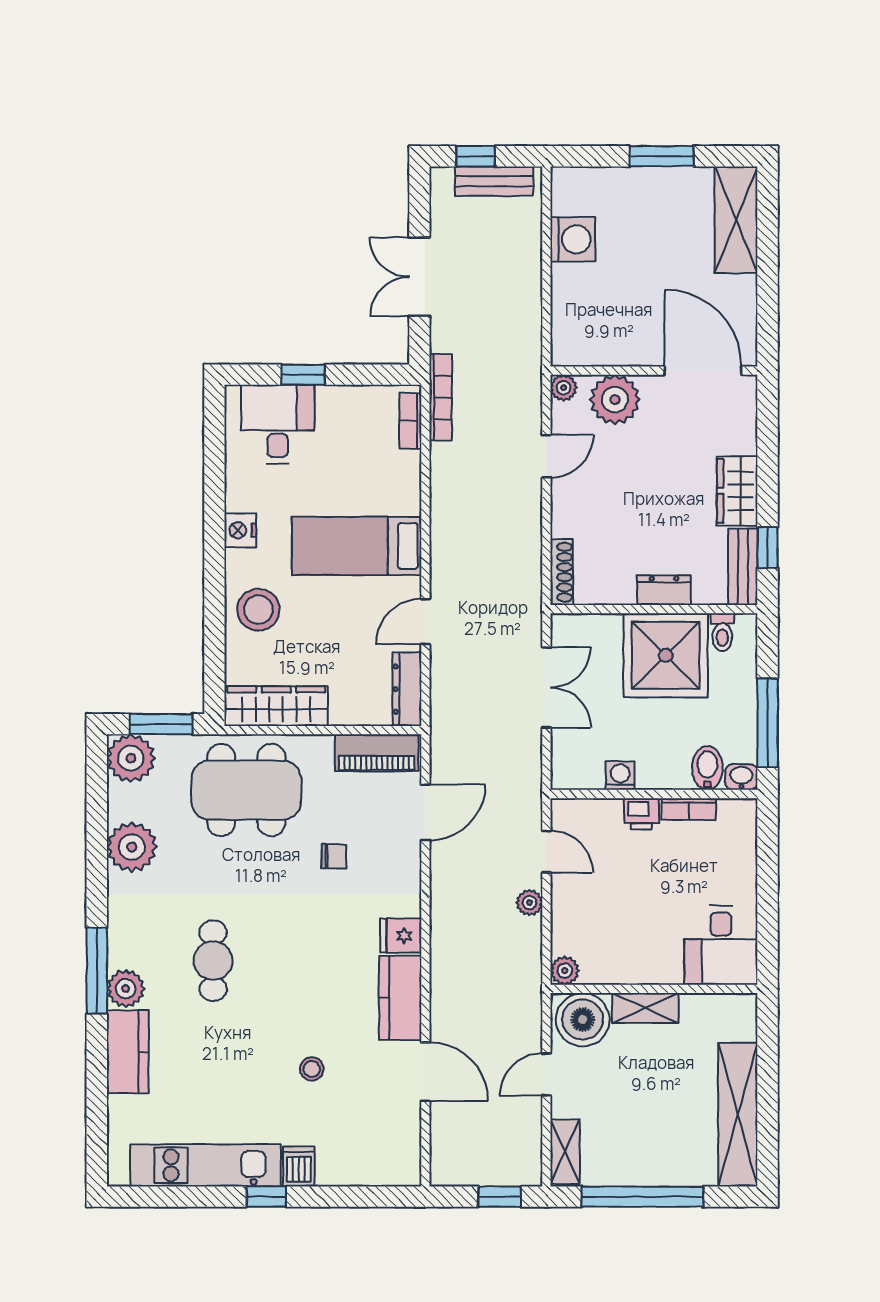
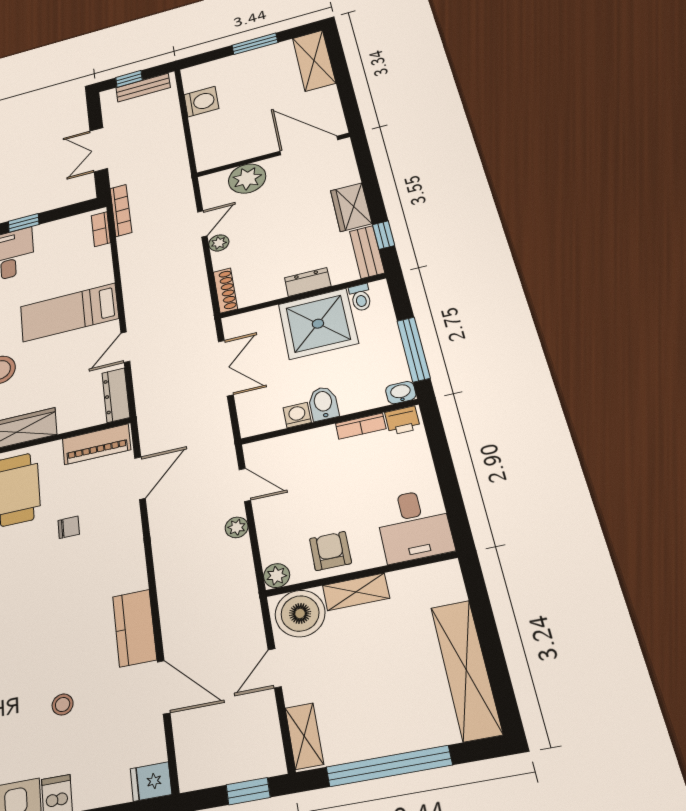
plant: (564, 388) -> (219, 243), moved
bidet: (707, 768) -> (323, 403), moved
printer: (641, 814) -> (402, 420), moved
fridge: (401, 936) -> (151, 782), moved
armchair: (627, 955) -> (330, 551), added

